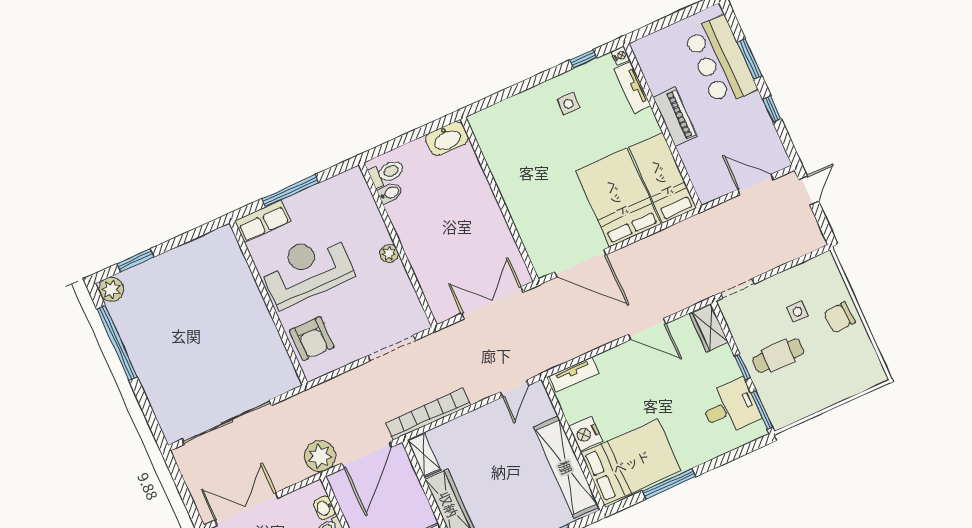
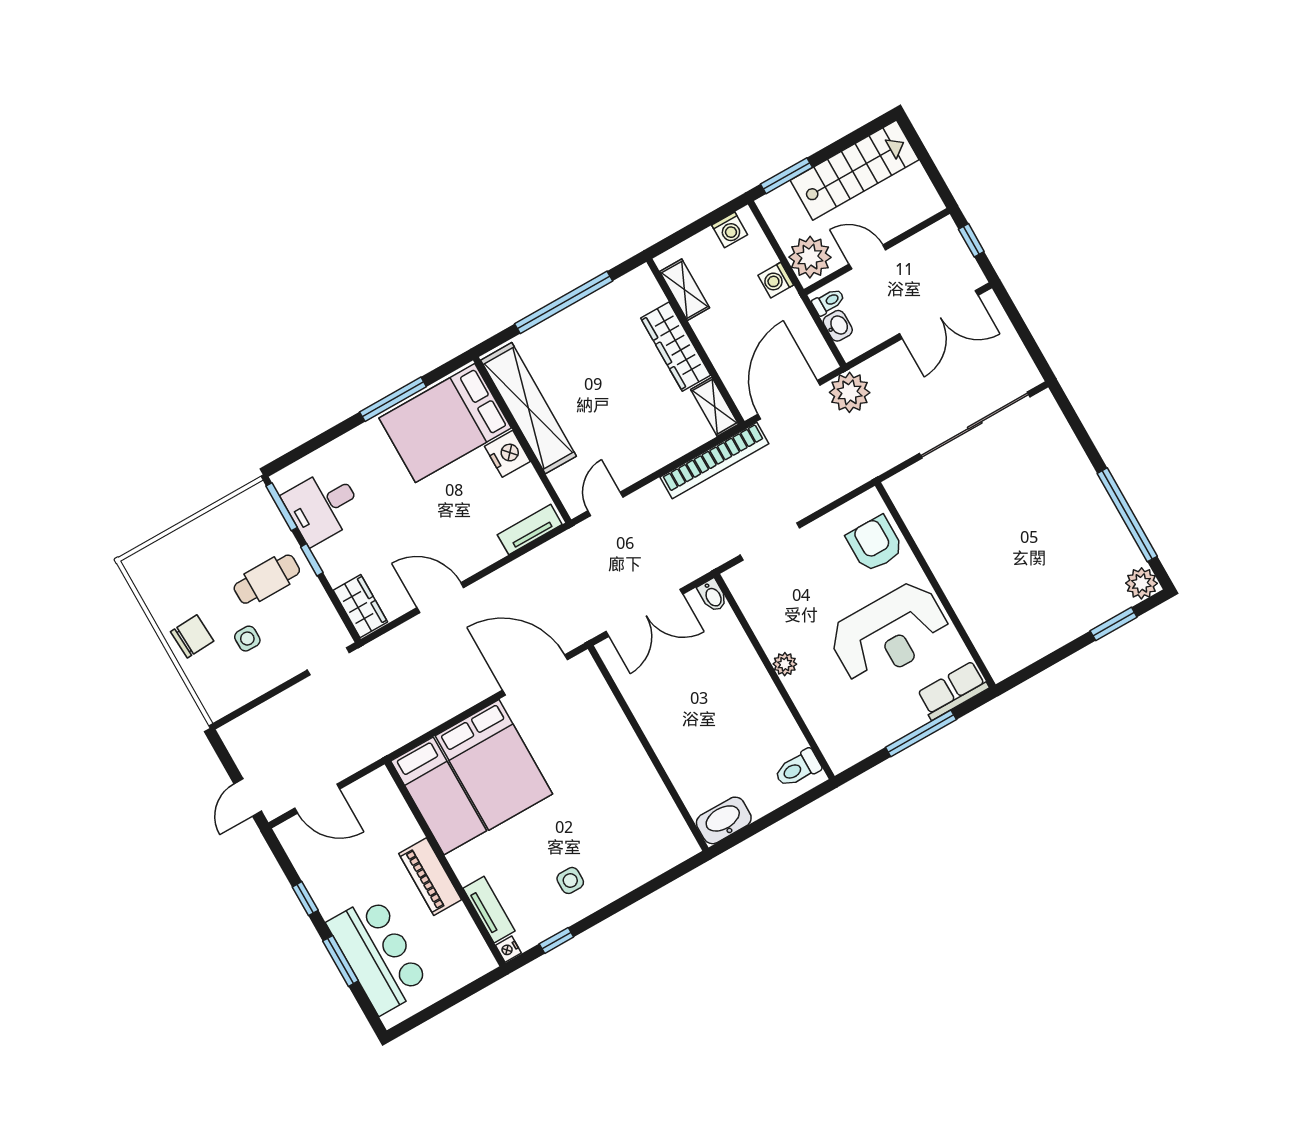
bidet: (390, 193) -> (713, 595), moved, turned -90

